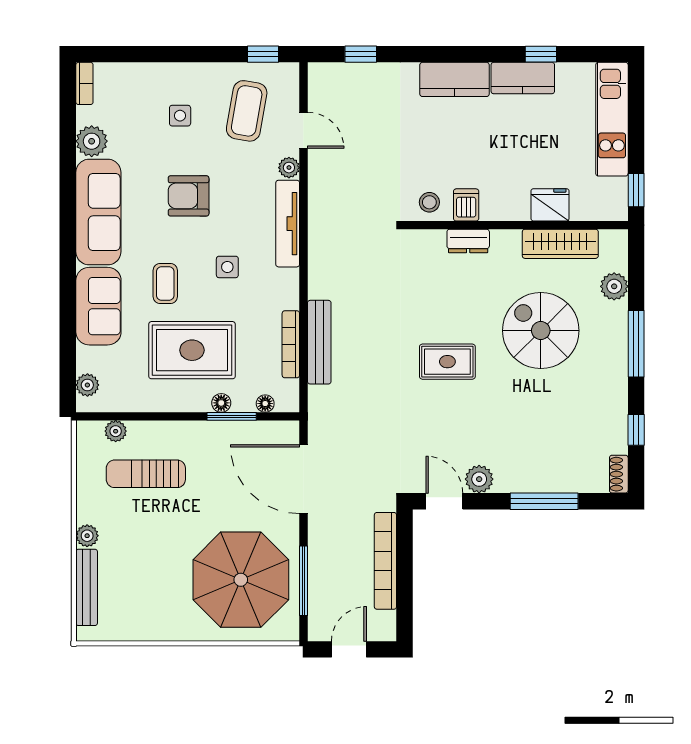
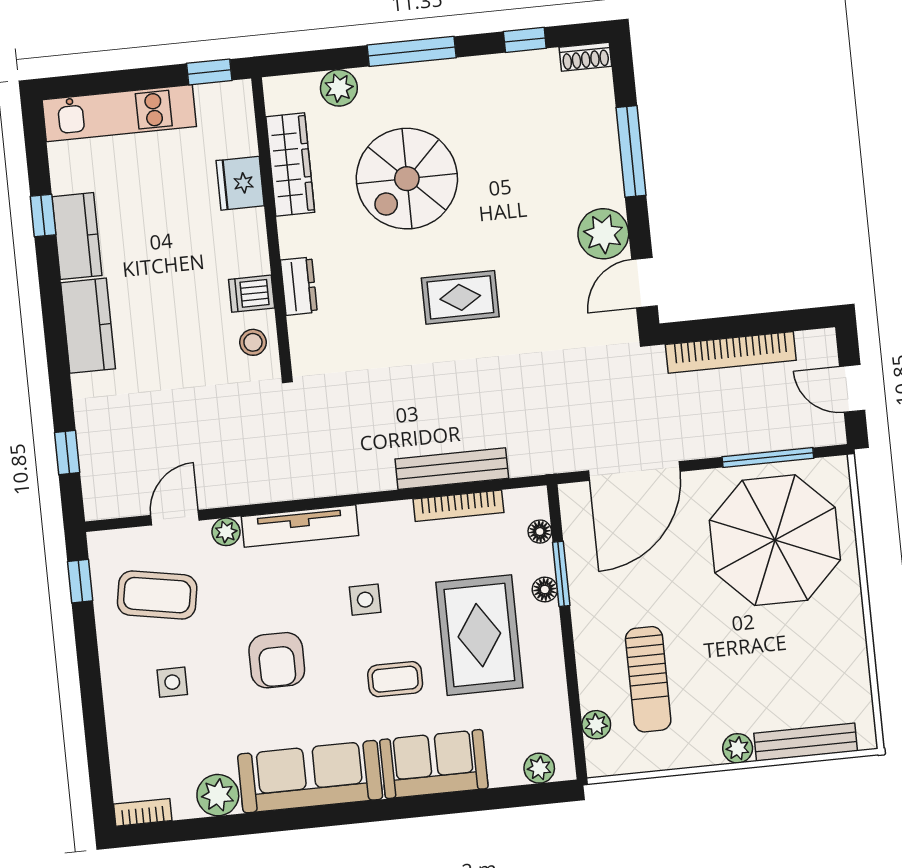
rug: (447, 362) -> (460, 297), turned 90
plant: (479, 479) -> (603, 234), width x1.36, depth x1.36

